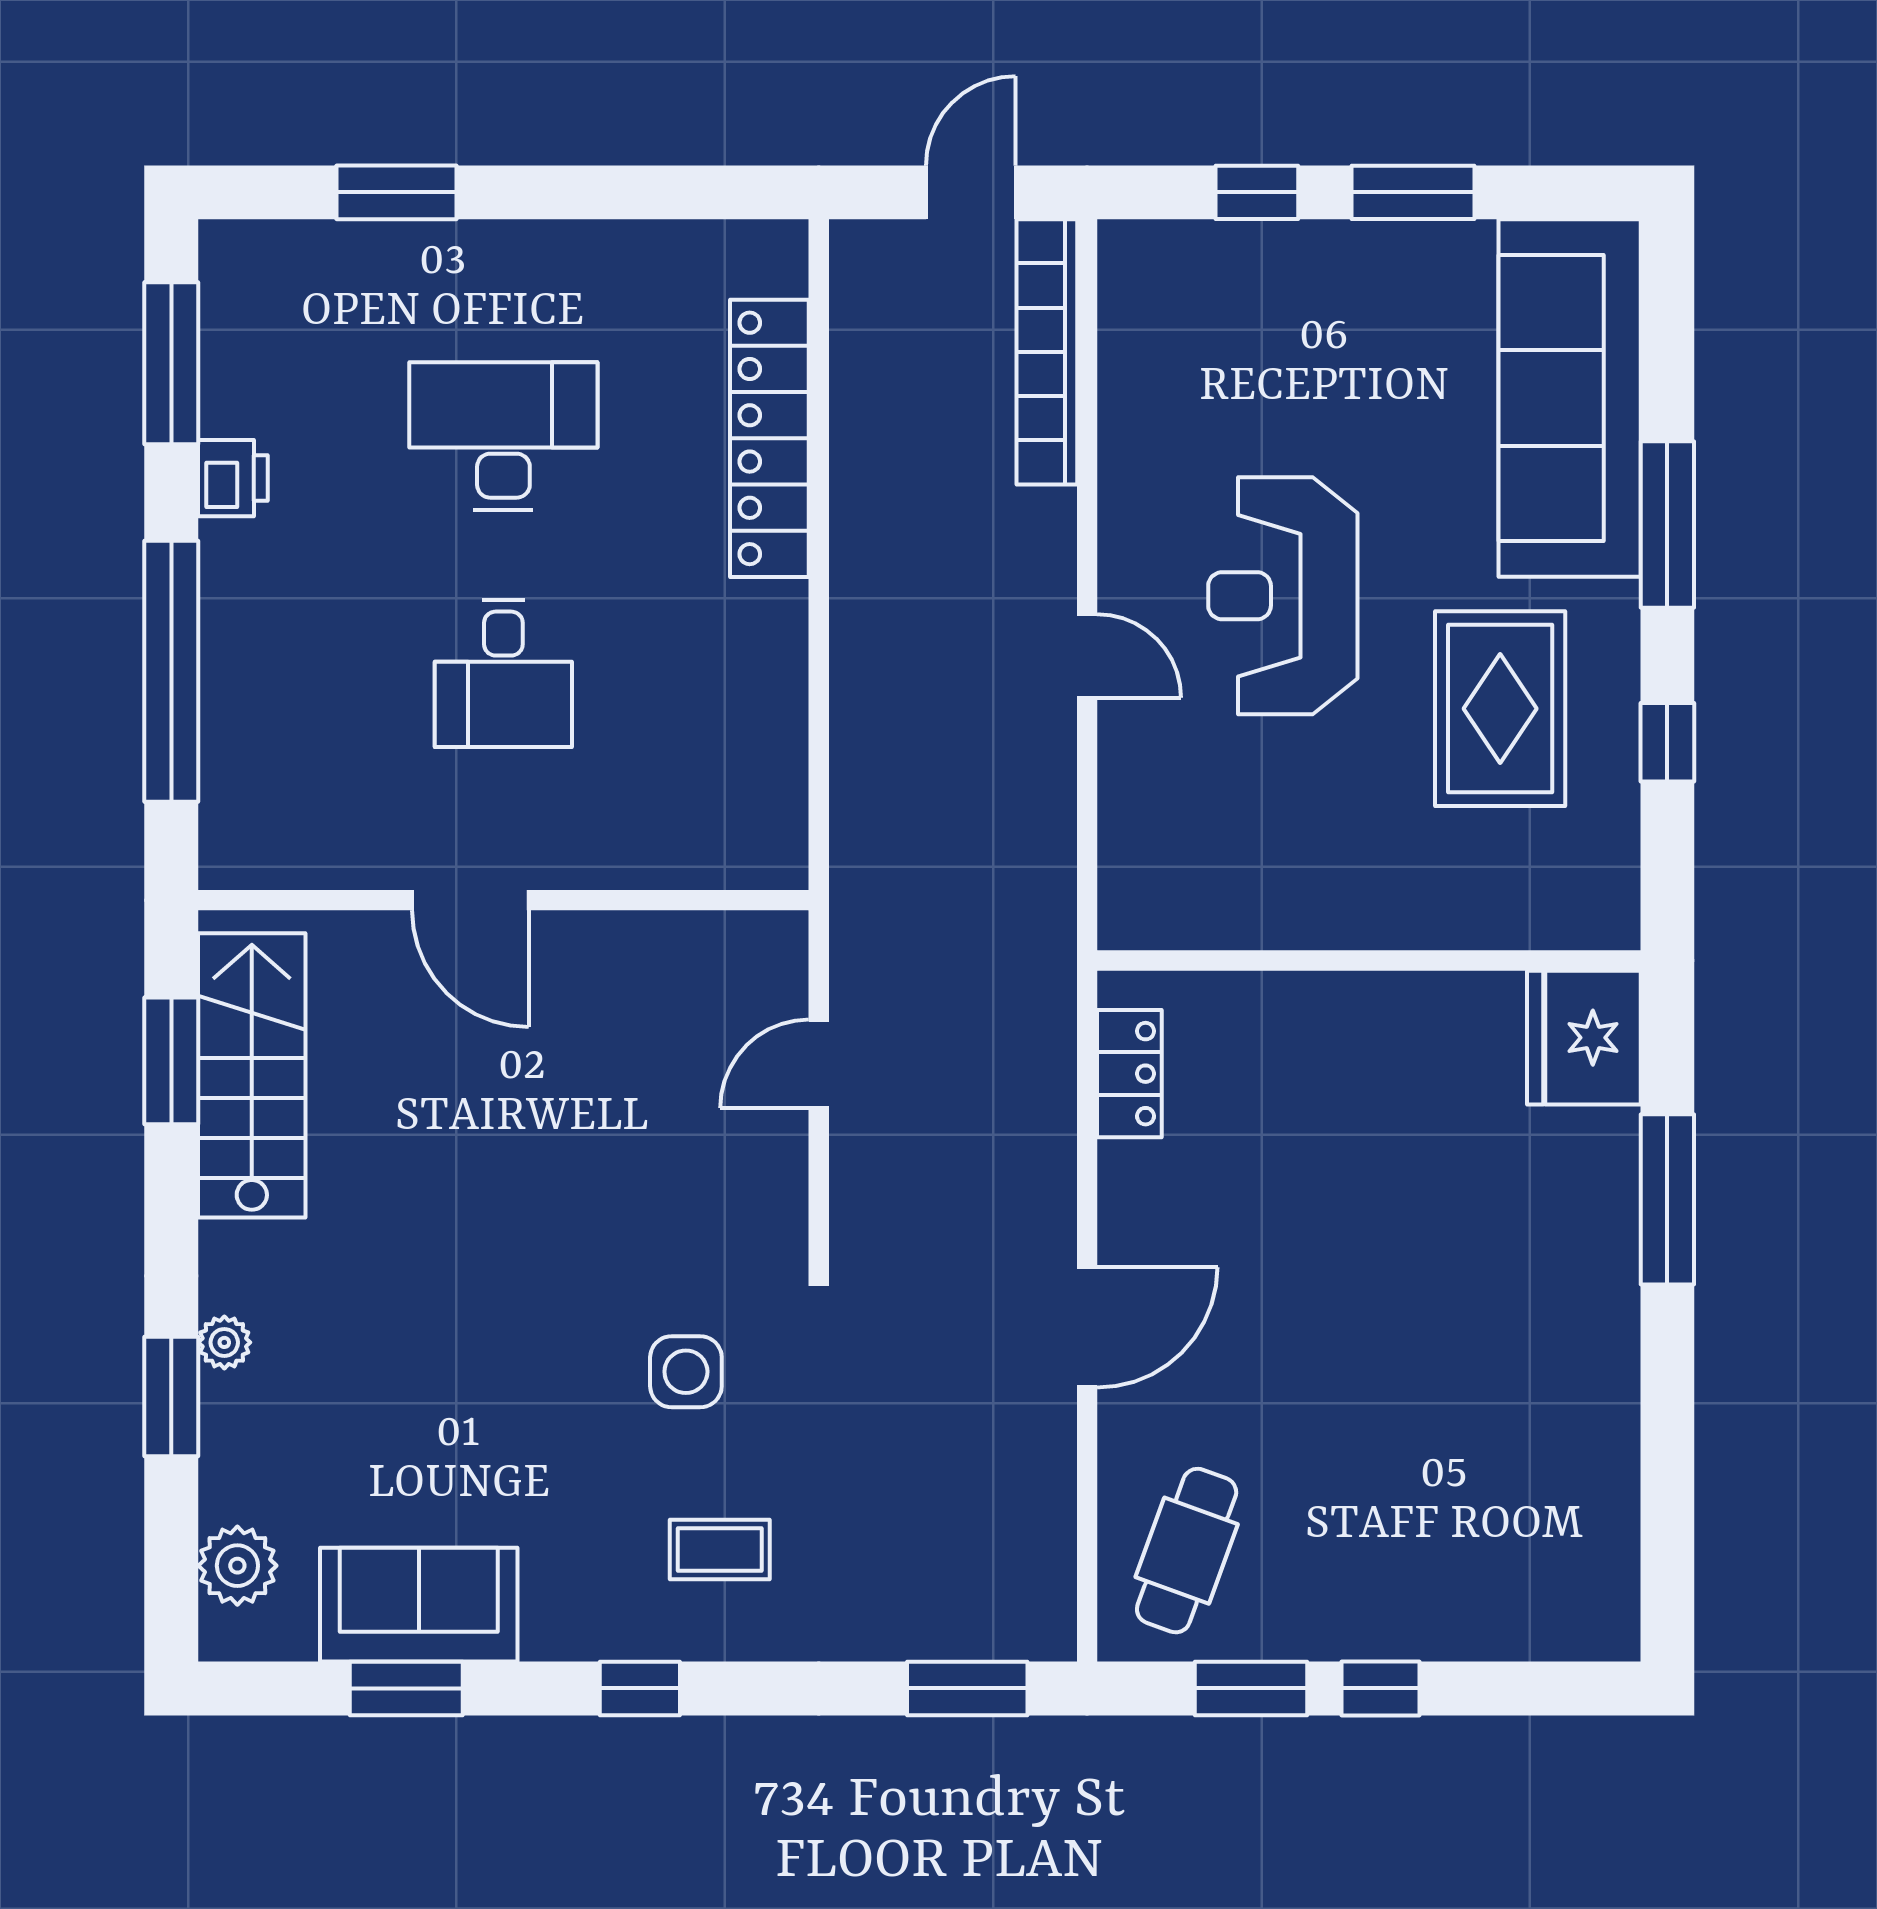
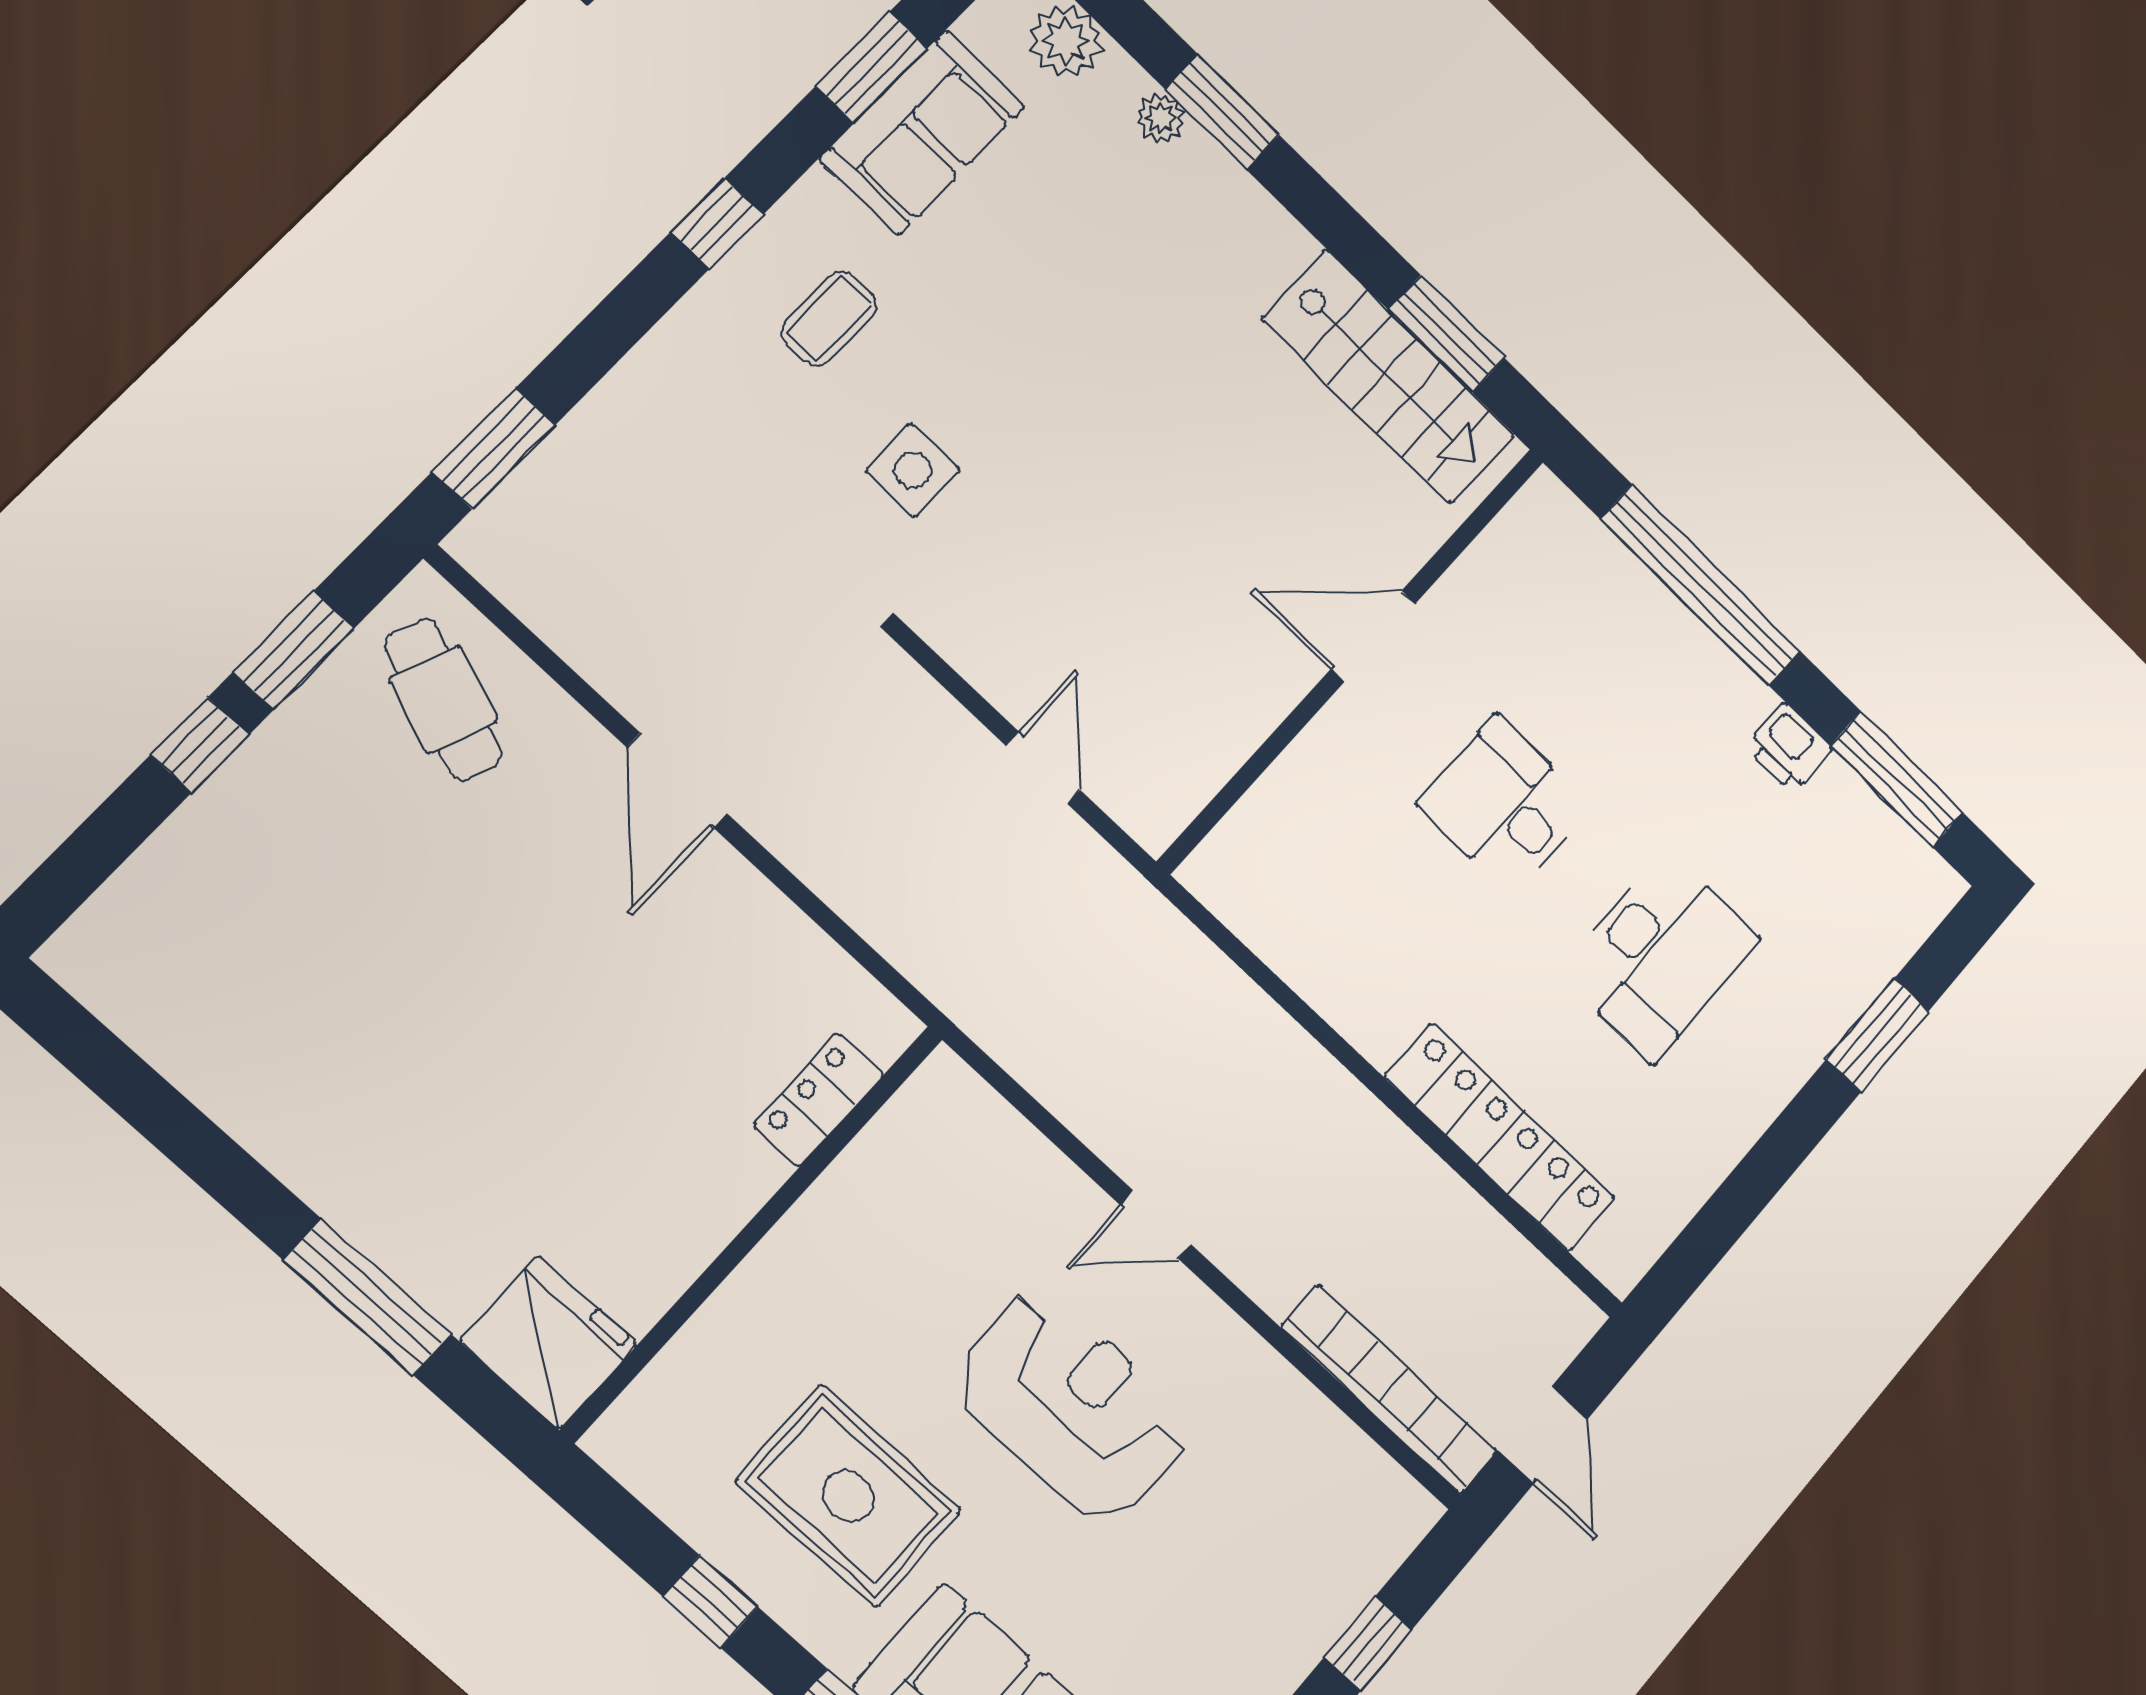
locker: (1129, 1074) -> (819, 1099), moved, turned 90
plant: (224, 1342) -> (1161, 118), moved
coffee table: (720, 1549) -> (829, 318), moved

